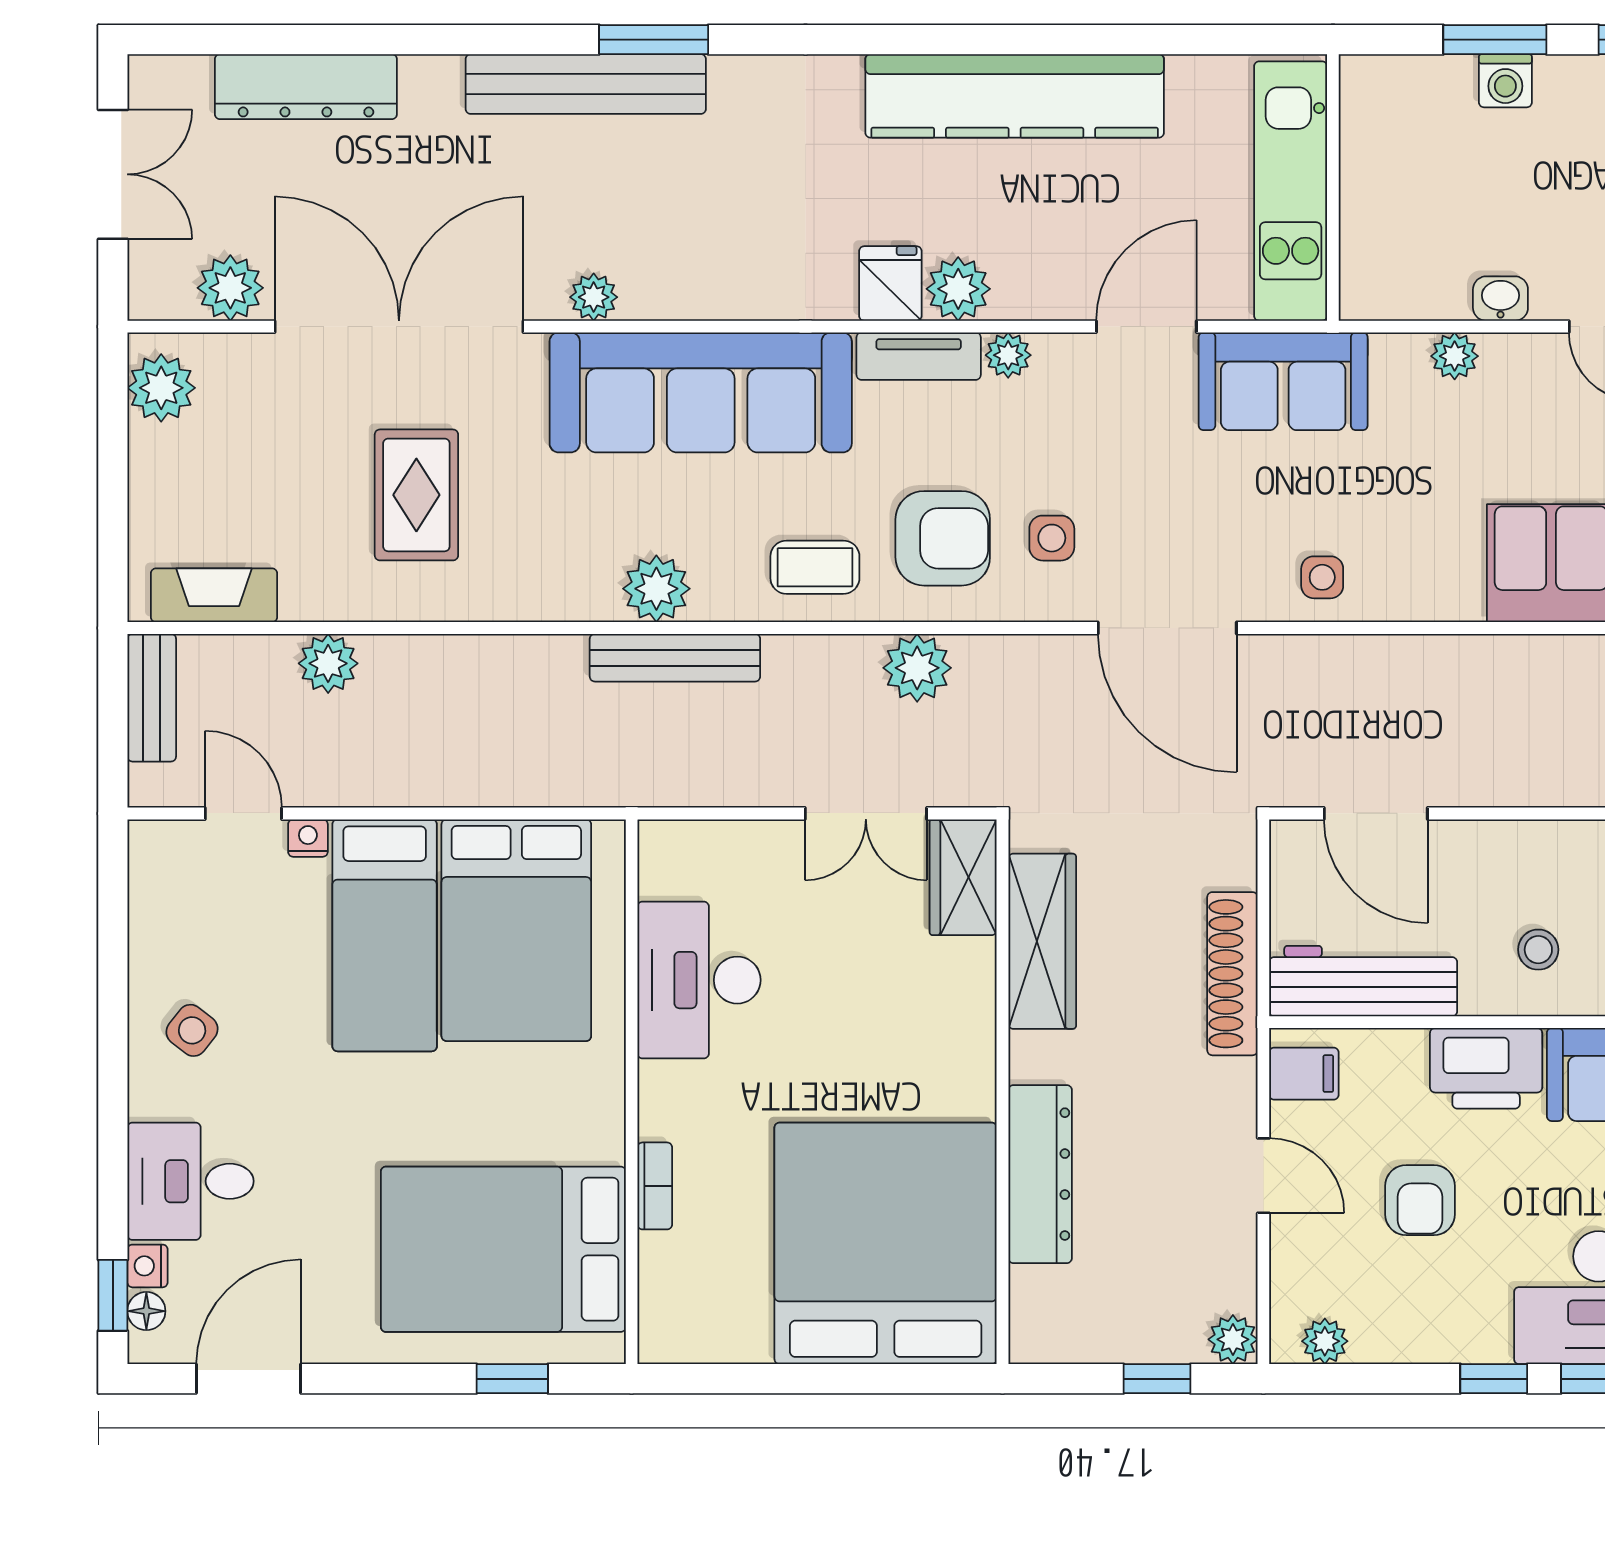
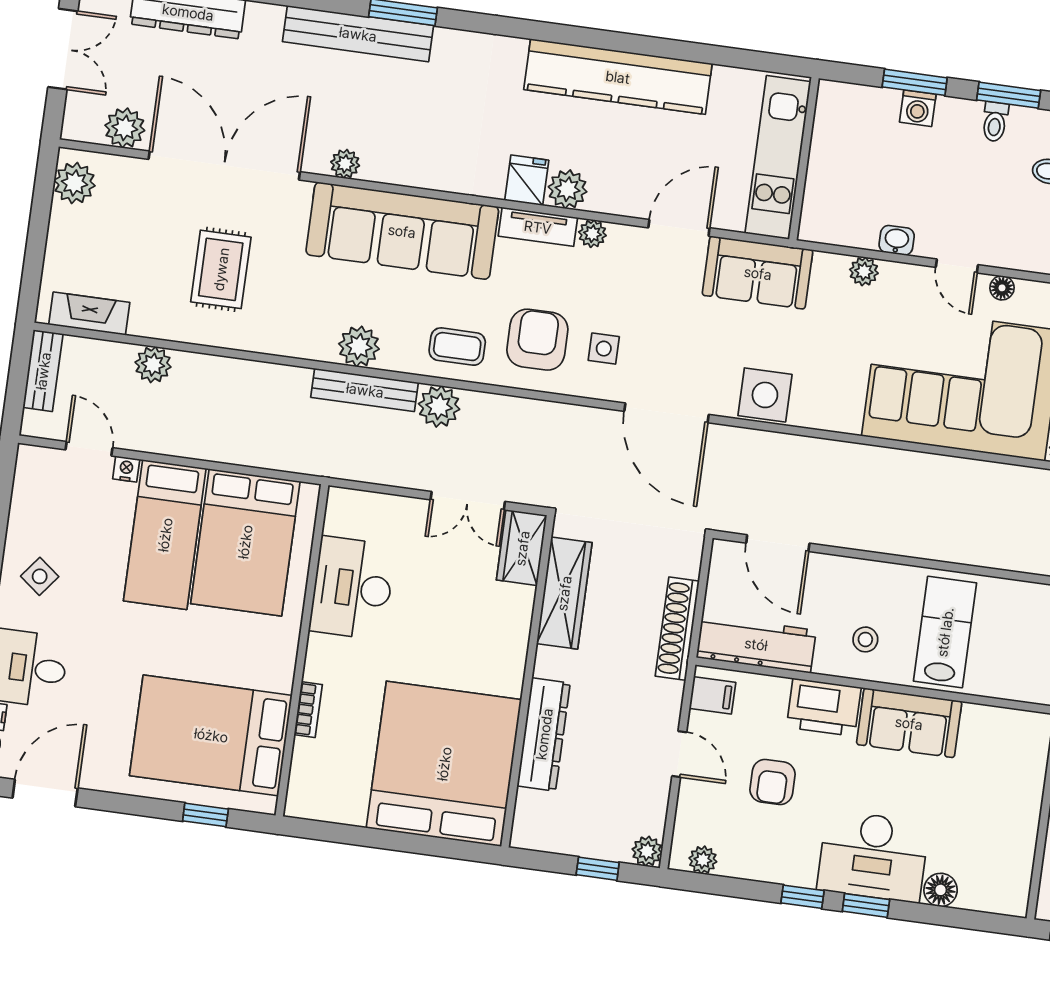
armchair: (943, 538) -> (537, 340), turned -90
side table: (1322, 577) -> (765, 395), width x1.87, depth x1.87
plant: (917, 668) -> (439, 406), moved

